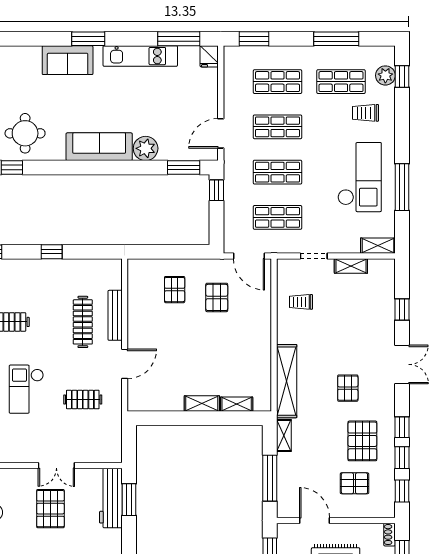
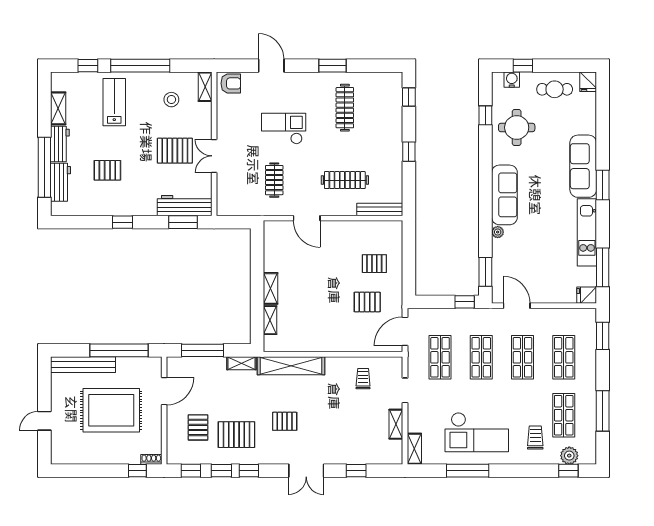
sofa: (68, 60) -> (583, 166), width x1.36
plant: (146, 148) -> (498, 232), width x0.53, depth x0.53
bench: (115, 315) -> (380, 209), moved

